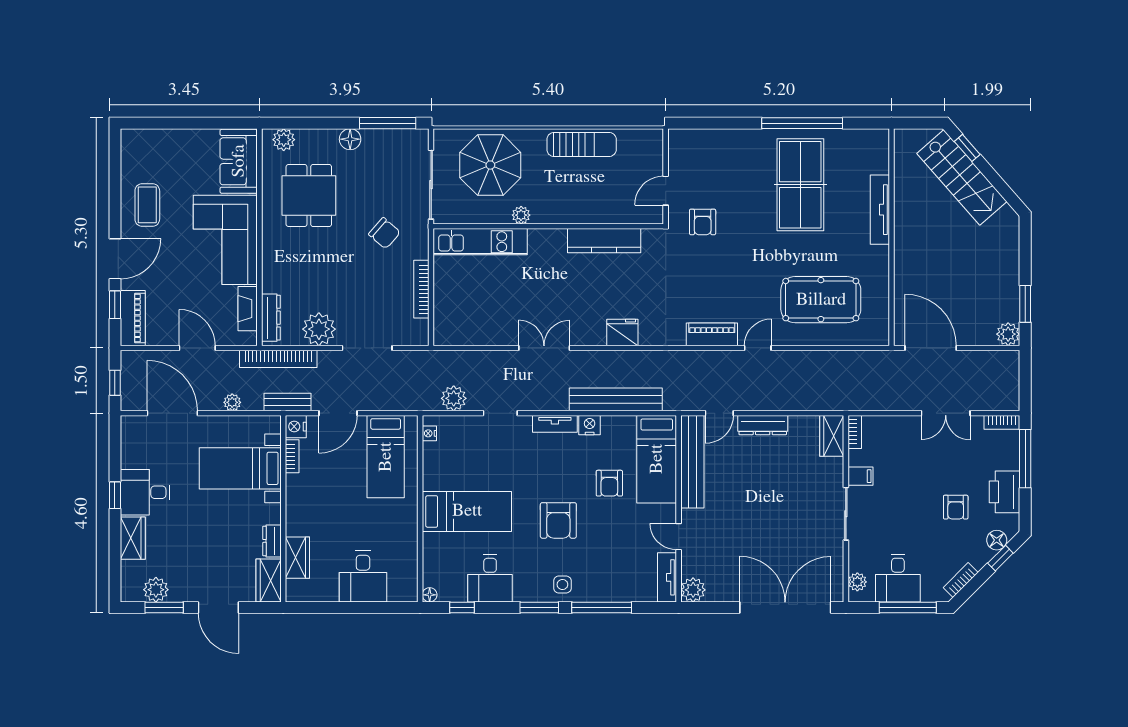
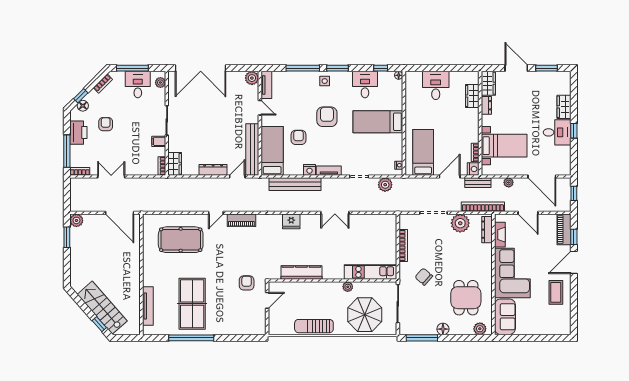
tv unit: (880, 210) -> (148, 306), moved
plant: (156, 590) -> (551, 78), removed

